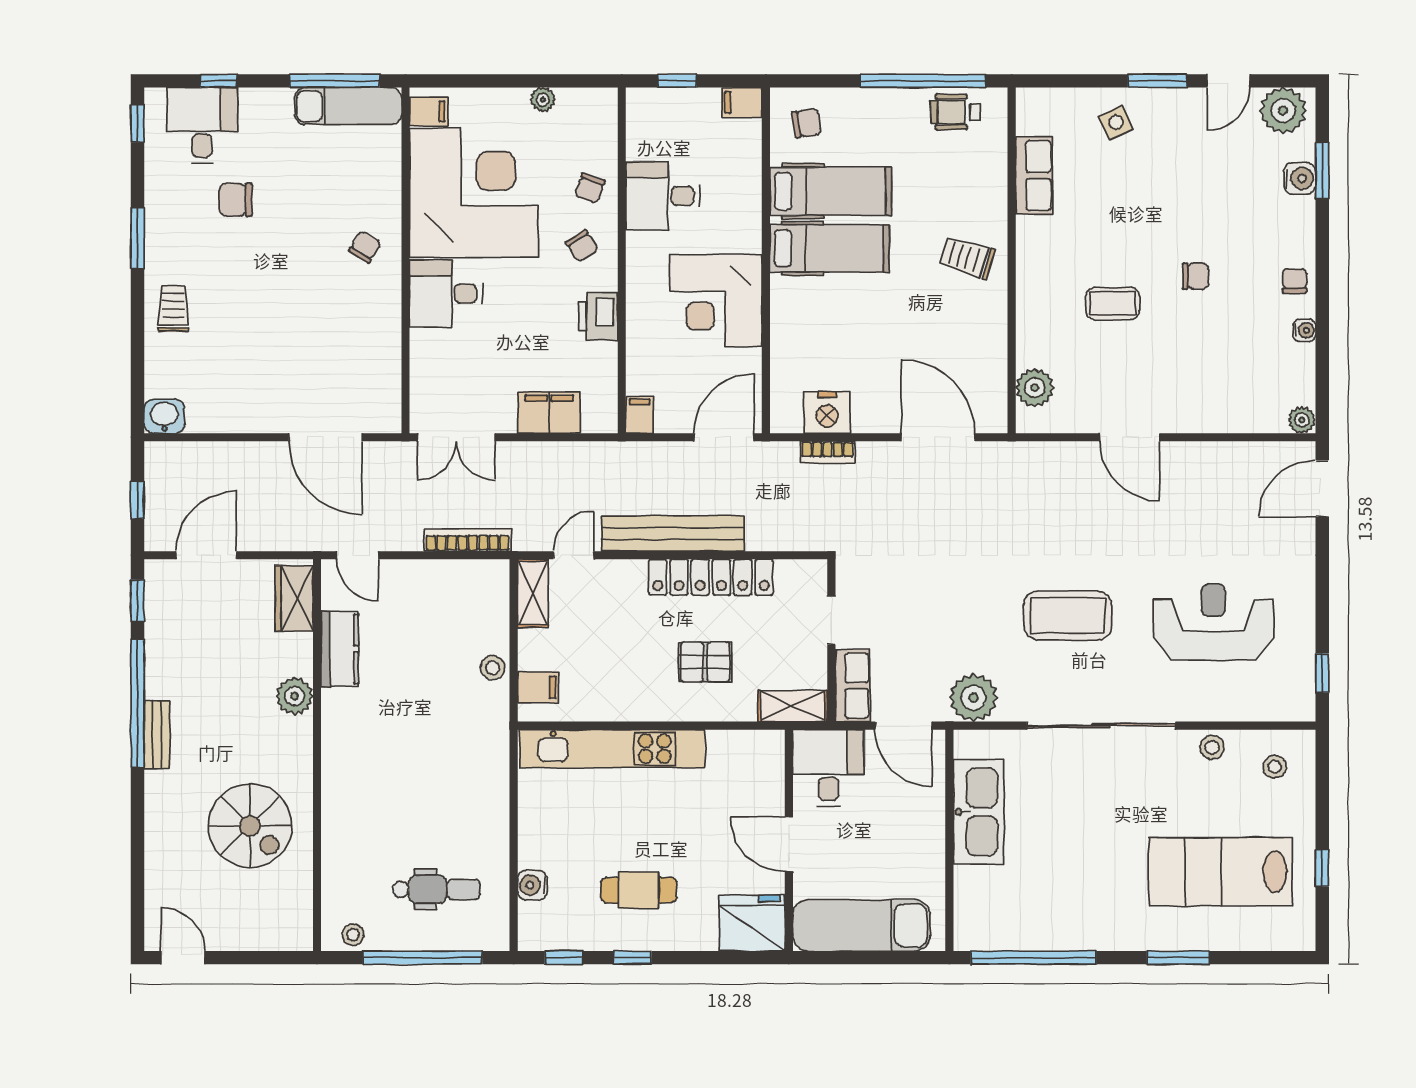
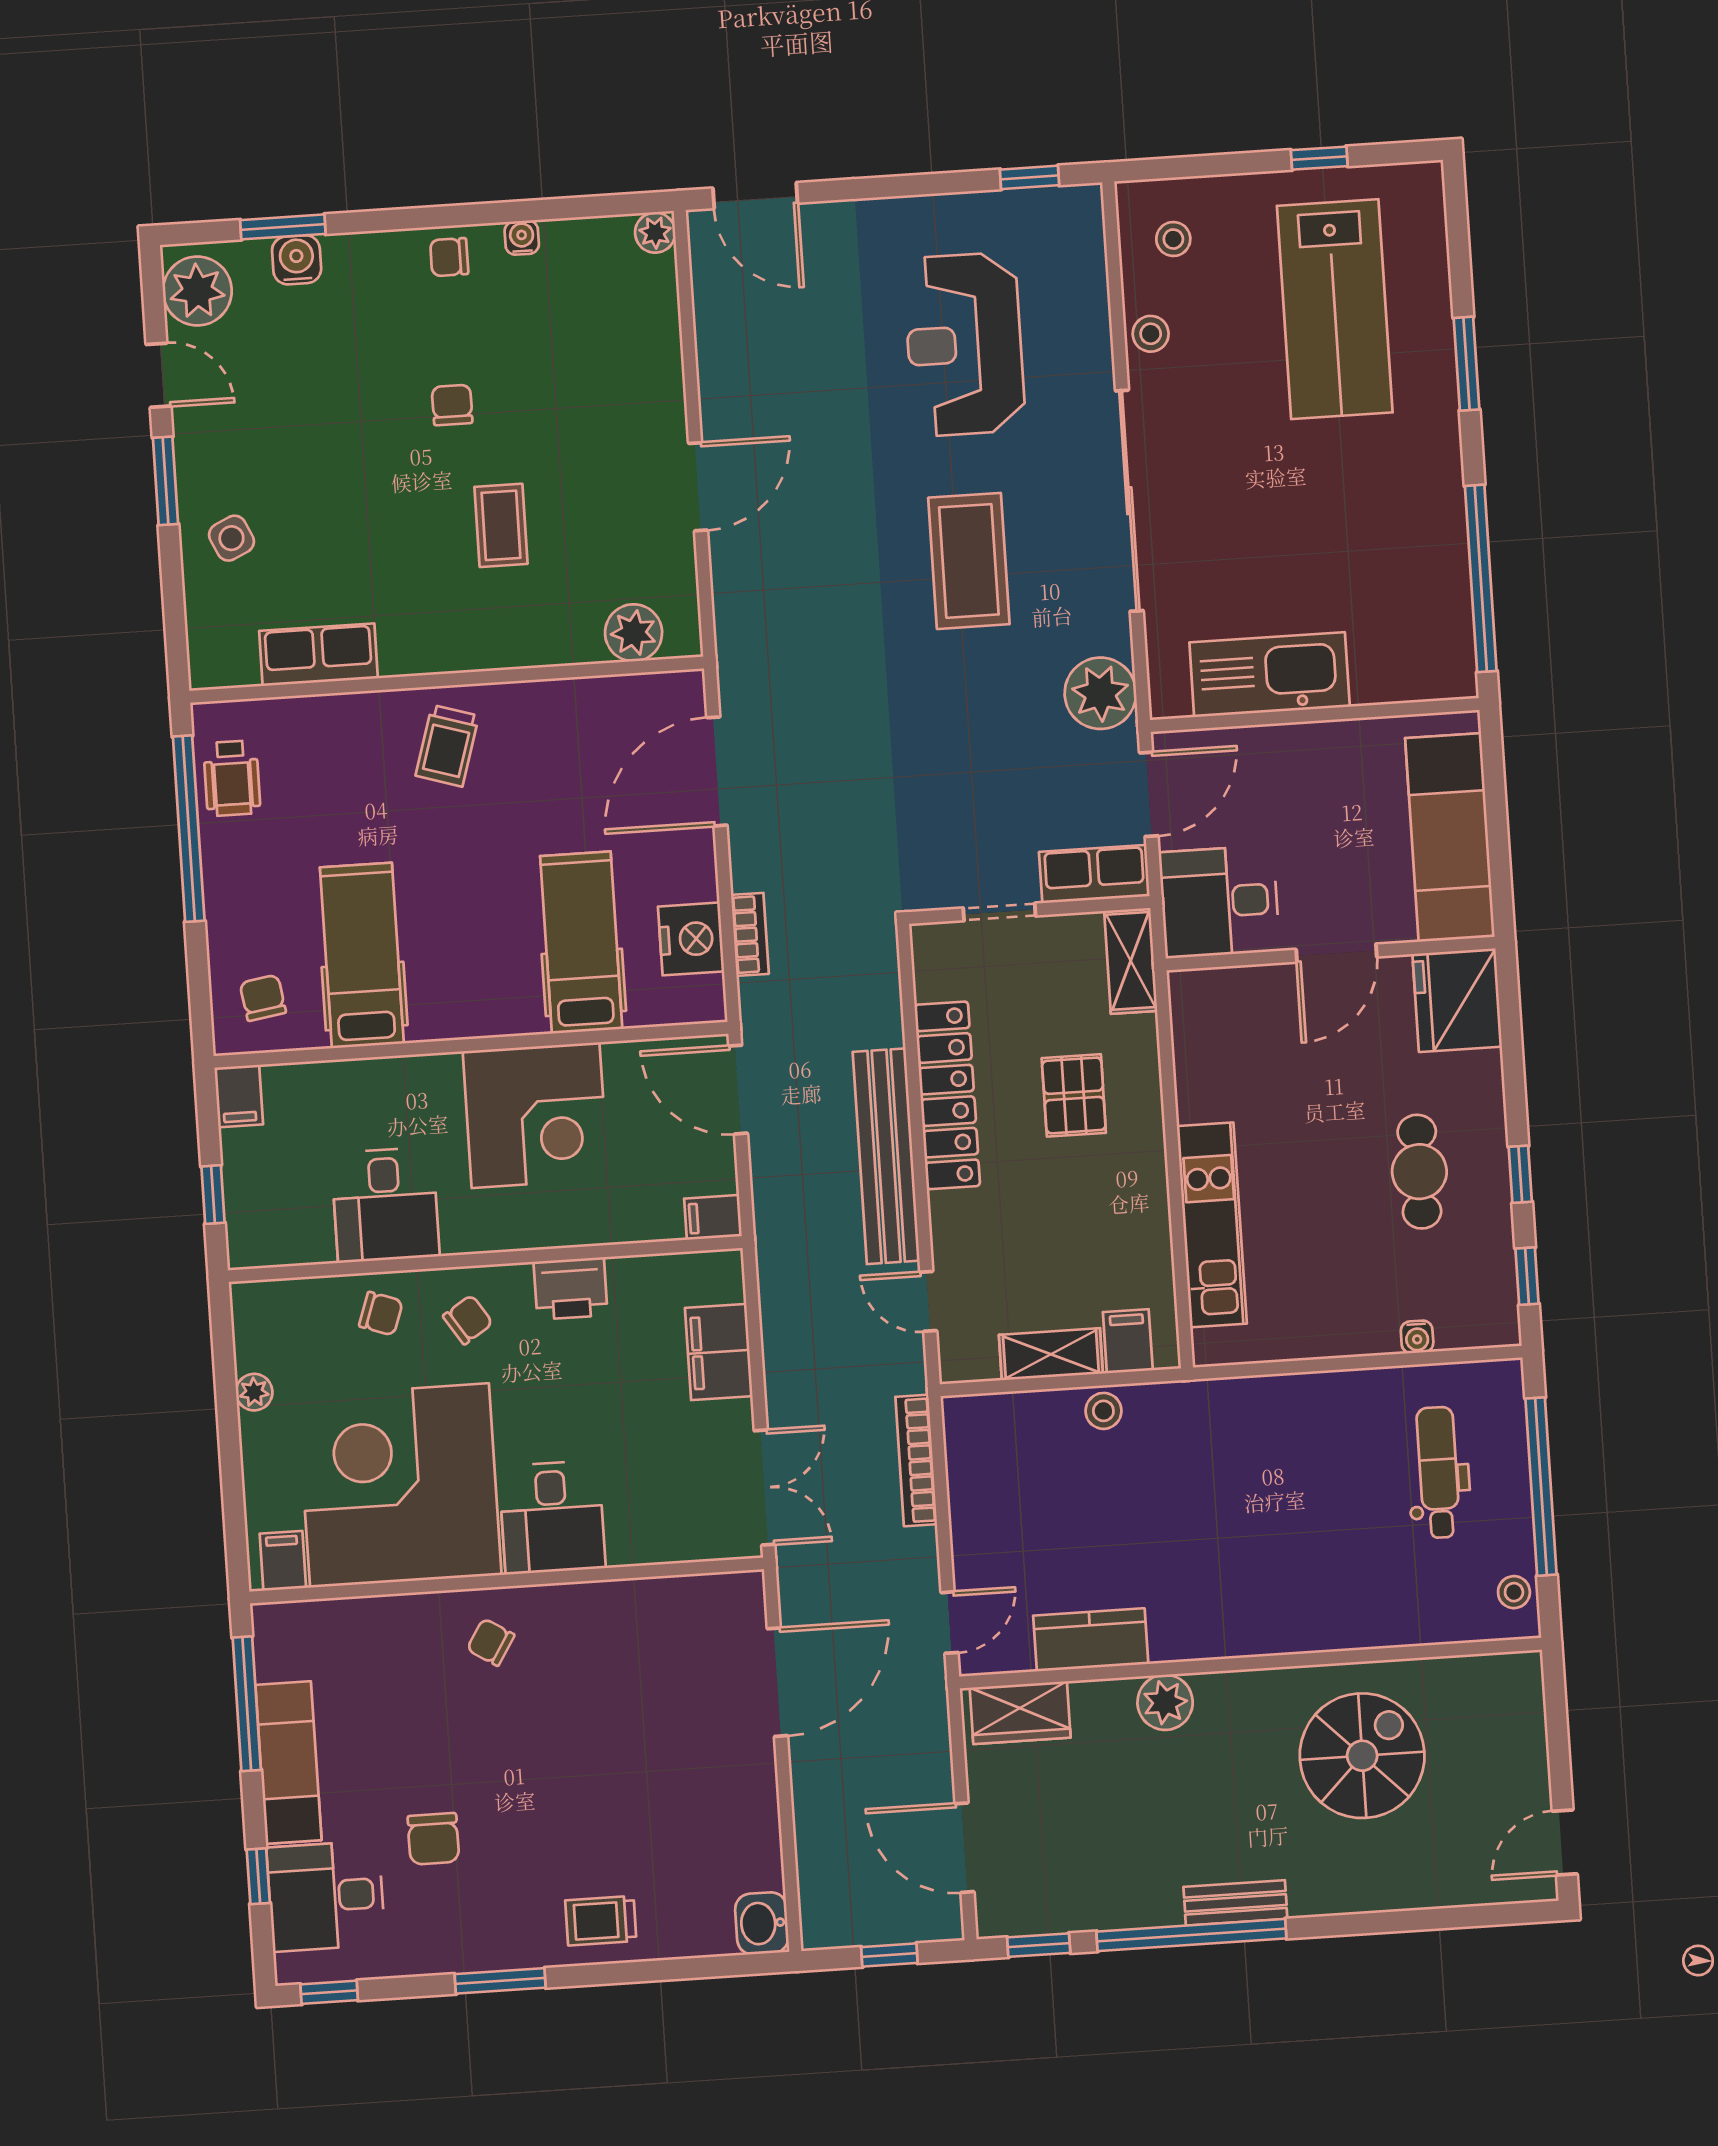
exam couch: (348, 106) -> (288, 1762), moved
hospital bed: (830, 248) -> (581, 942), moved
shelving: (533, 593) -> (1051, 1354), moved
kitchen unit: (612, 749) -> (1212, 1225), width x0.73
water cooler: (532, 885) -> (1417, 1337), width x0.72, depth x0.72

